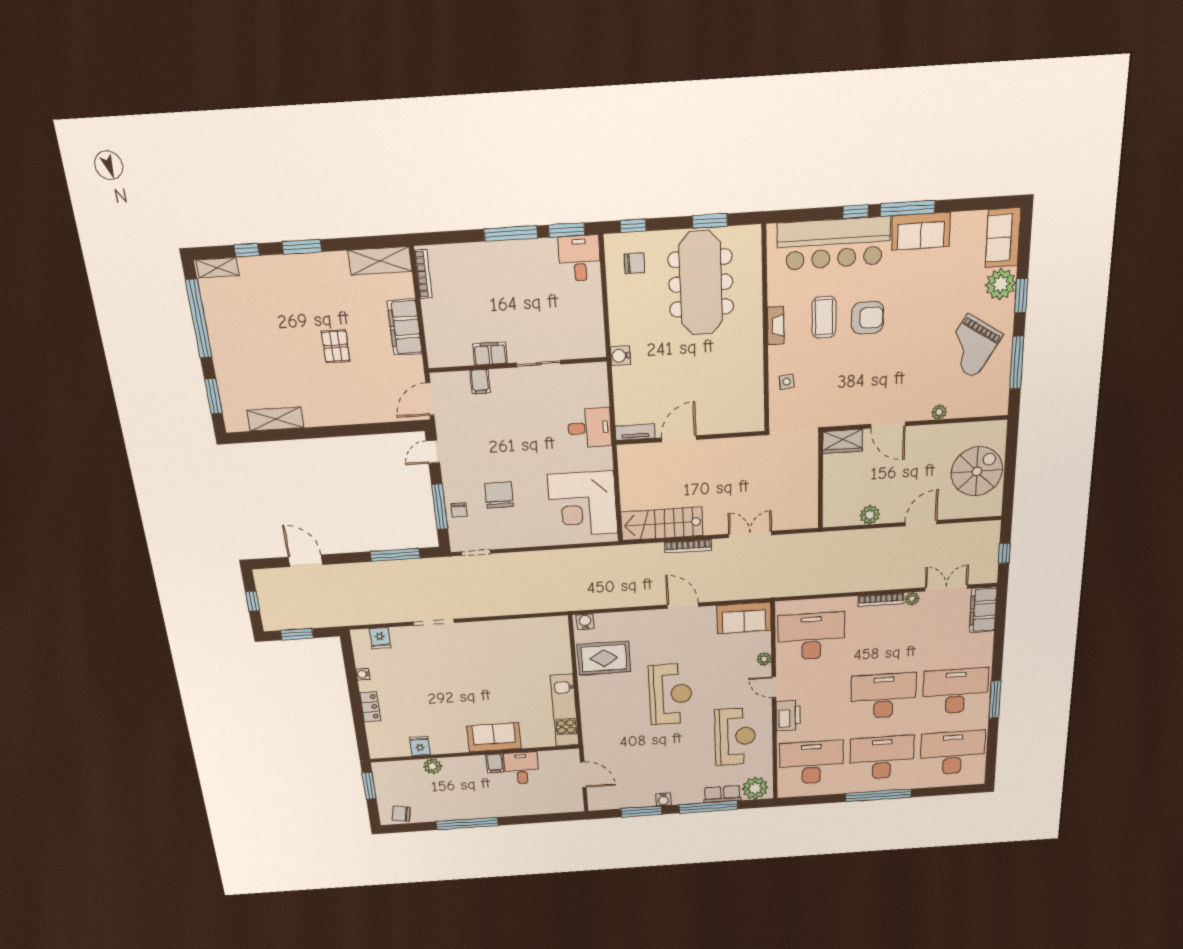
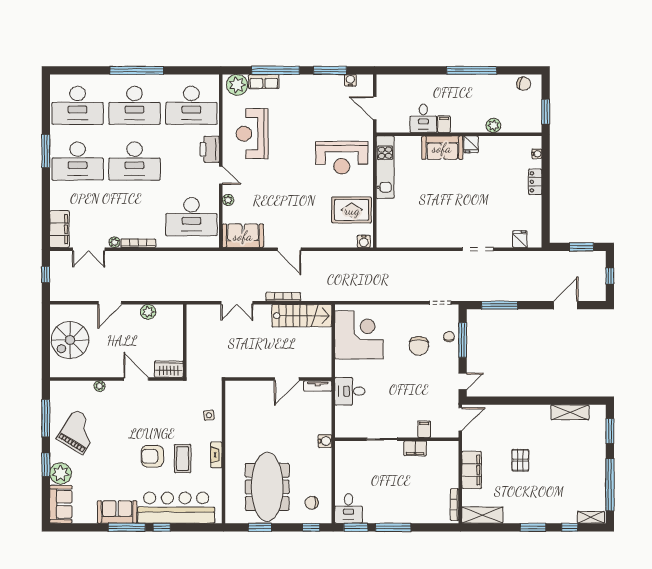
door: (305, 561) -> (566, 305), swing flipped
water cooler: (363, 674) -> (537, 154), moved
reception desk: (670, 694) -> (342, 158), moved, turned -90
fridge: (420, 746) -> (471, 144), moved
water cooler: (663, 800) -> (350, 80), moved

